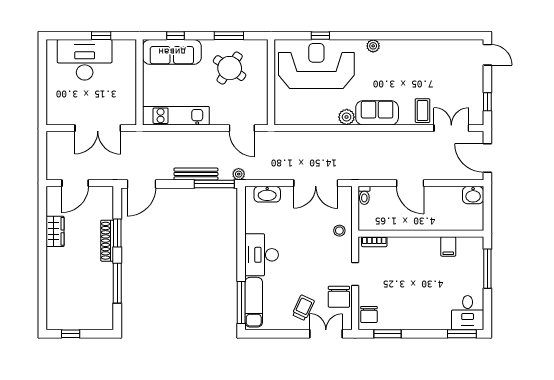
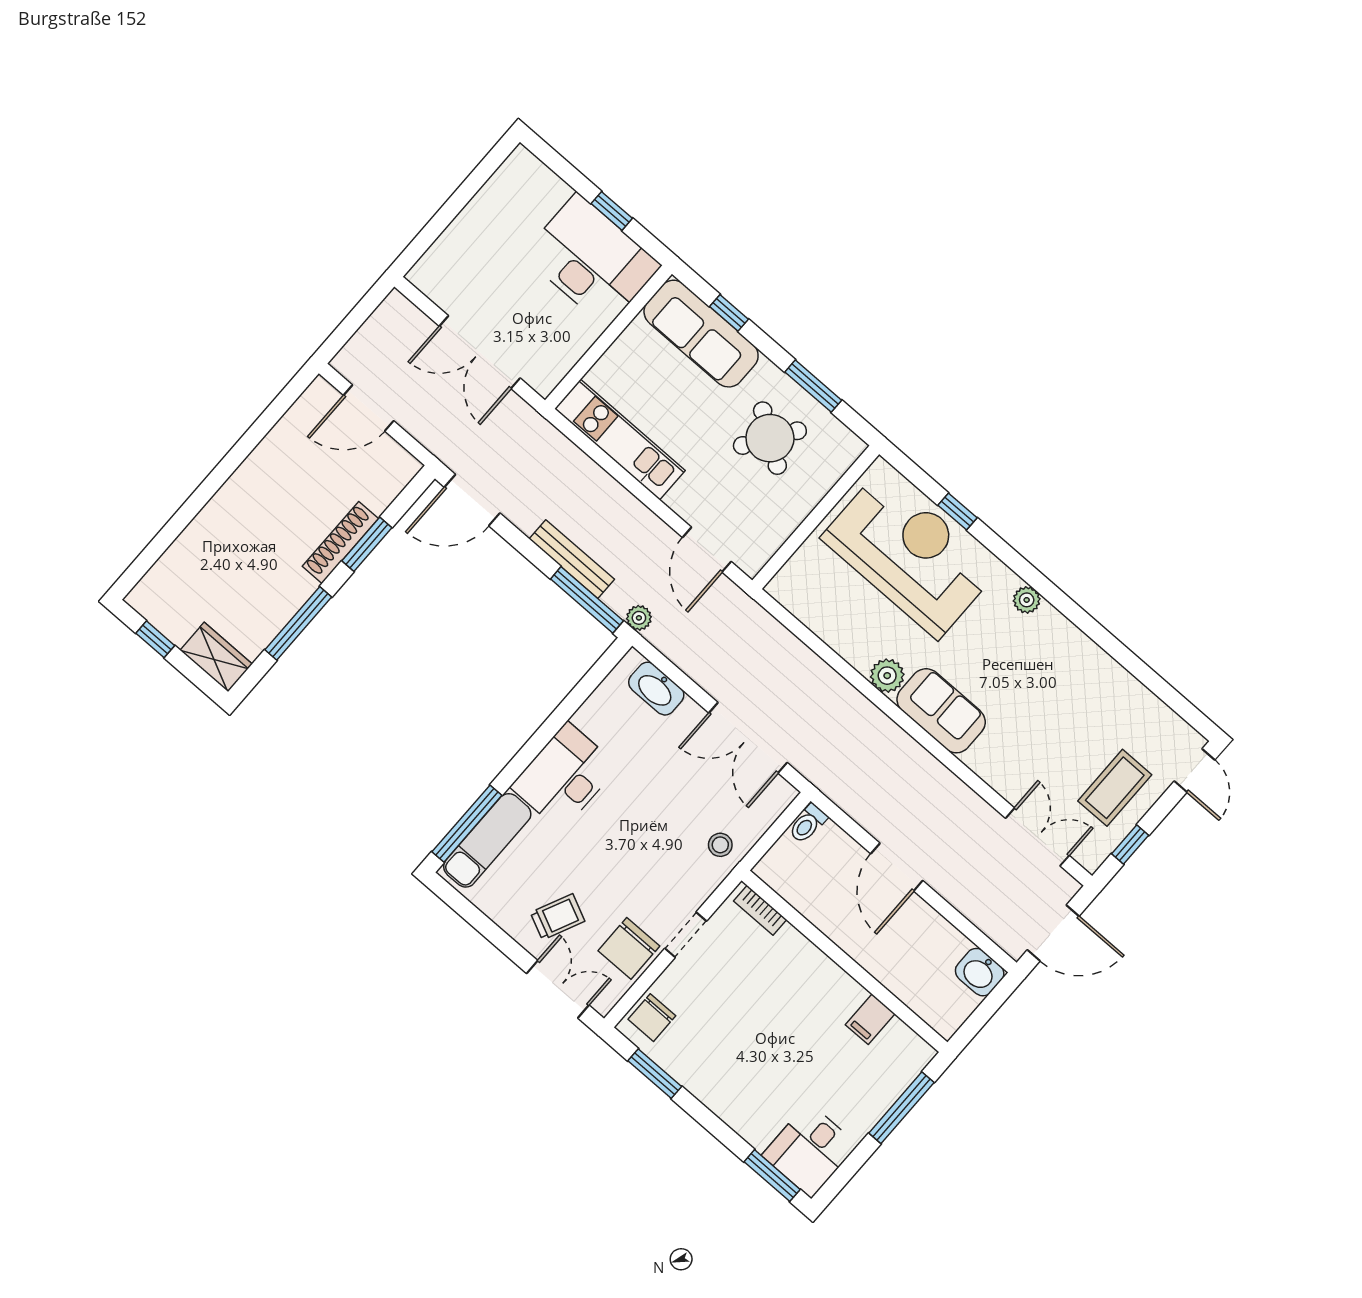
desk: (85, 60) -> (592, 260), moved
coffee table: (422, 111) -> (1115, 788), moved, width x1.36, depth x1.30
door: (487, 158) -> (1053, 933), swing flipped
wardrobe: (55, 231) -> (216, 657), moved, turned -90

